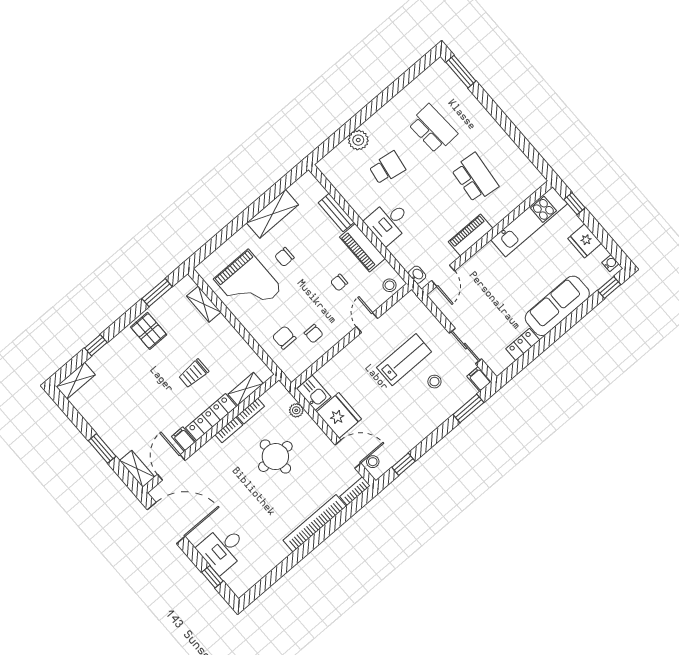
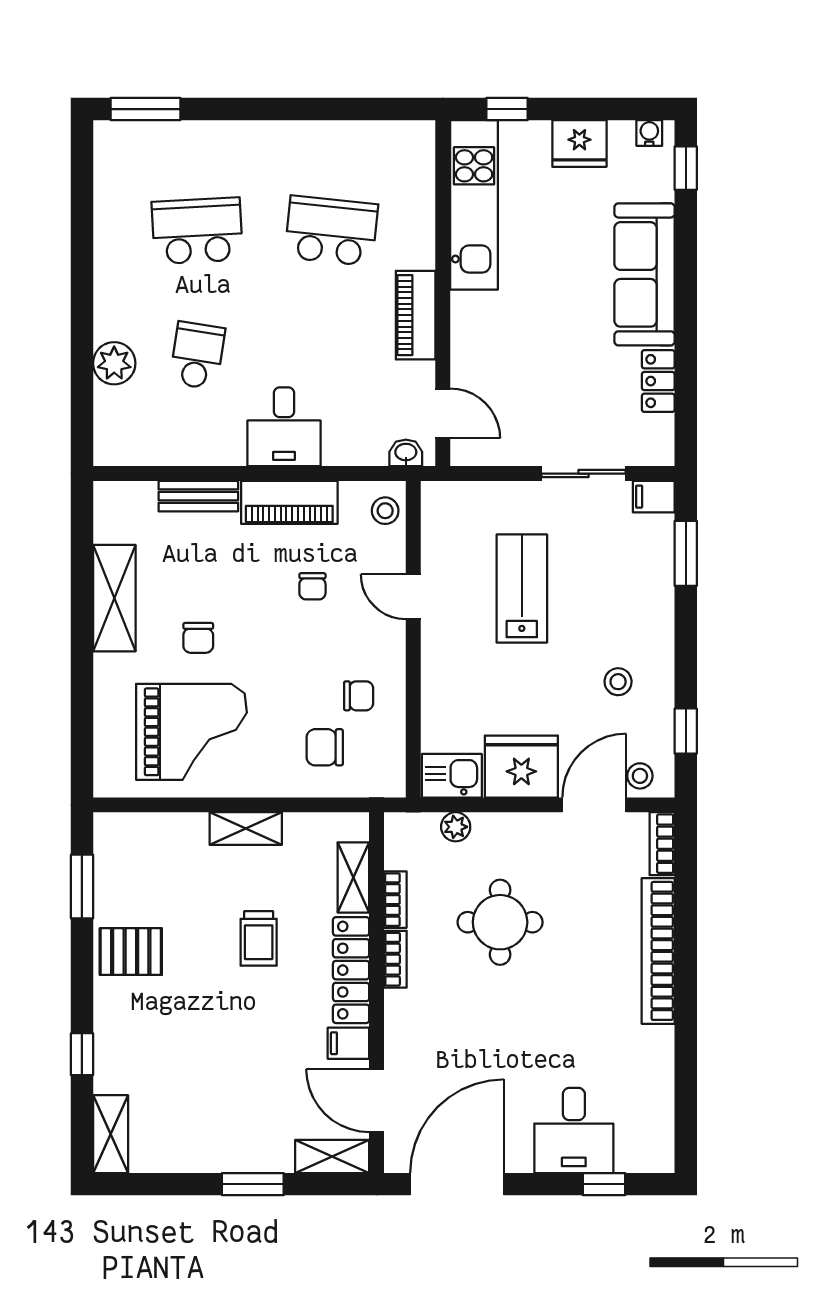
shelving: (204, 304) -> (246, 829), moved
stool: (434, 382) -> (618, 682), moved

